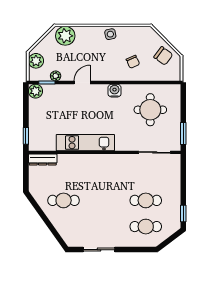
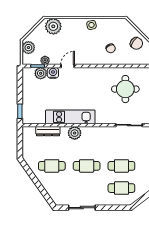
plant: (35, 91) -> (41, 73), moved
water cooler: (115, 91) -> (53, 73), moved
dresser: (43, 159) -> (48, 131), moved
plant: (90, 162) -> (75, 133), added
cafe table: (105, 200) -> (87, 166), added

